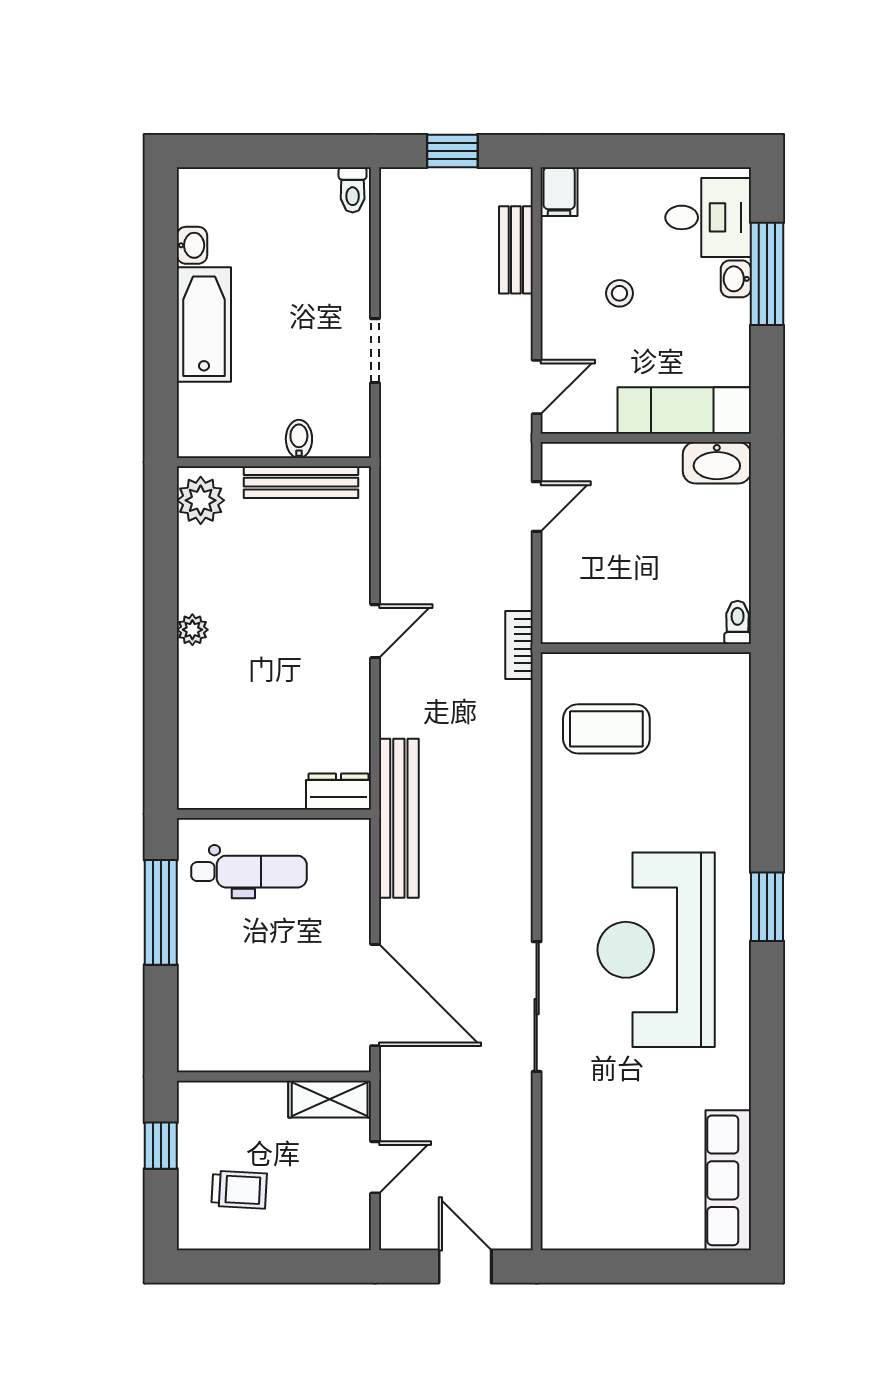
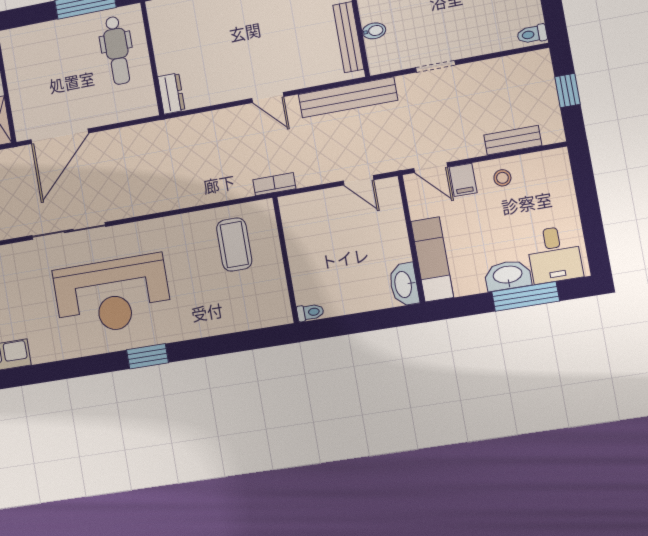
filing cabinet: (559, 192) -> (463, 180), moved, turned -90
washbasin: (736, 279) -> (508, 275), width x1.91, depth x1.45
stool: (619, 293) -> (502, 178), moved
bench: (399, 818) -> (348, 97), moved
reception desk: (656, 950) -> (112, 295), turned 180

